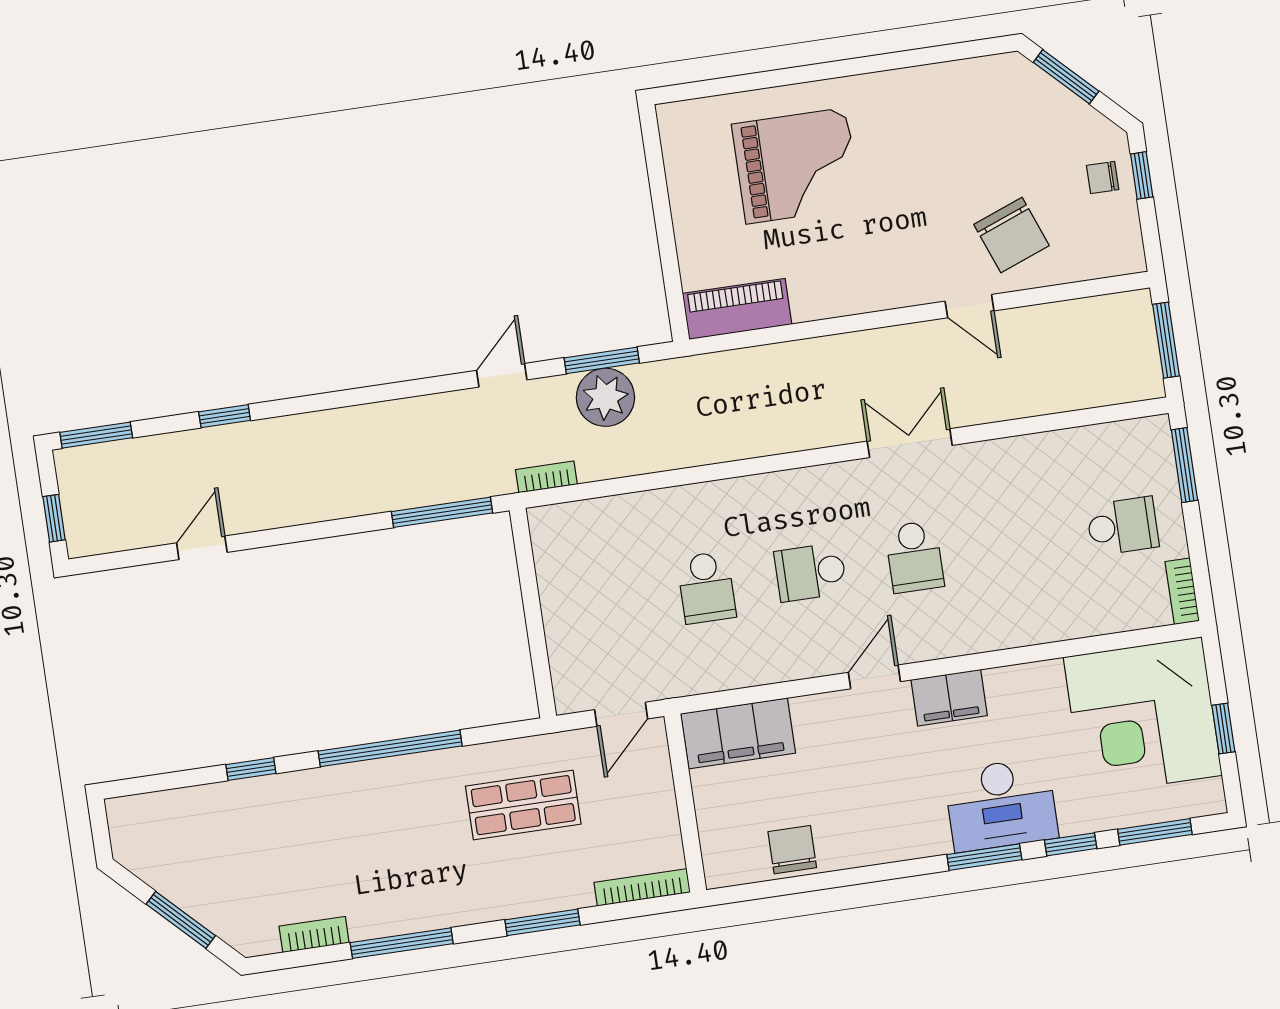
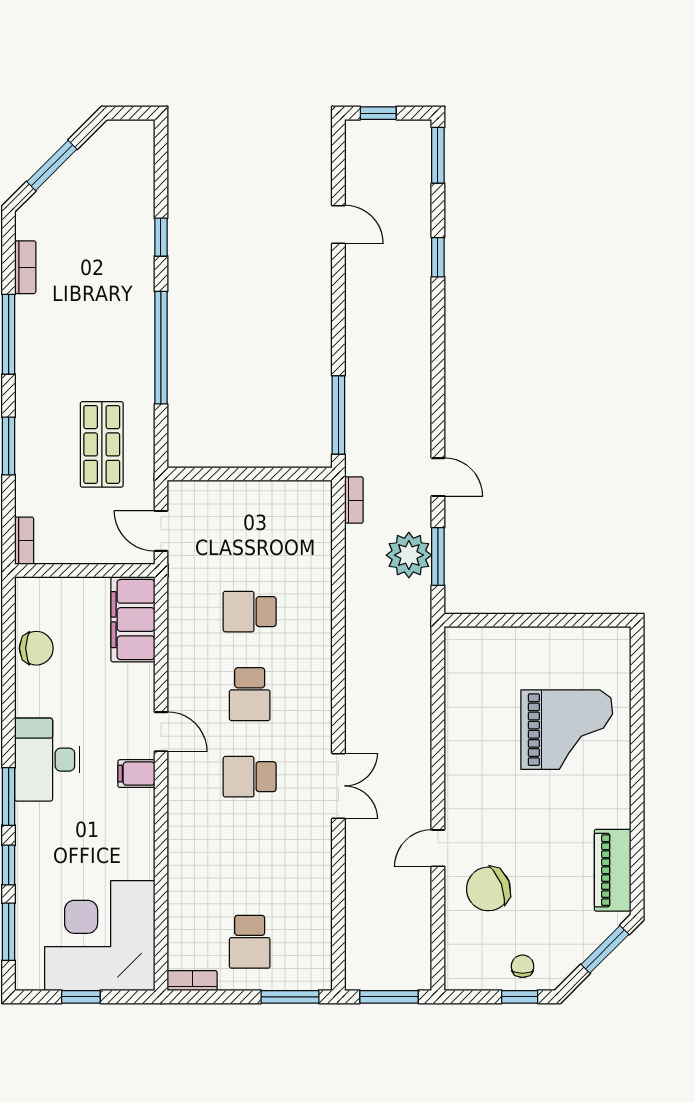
grand piano: (796, 166) -> (567, 730), turned -90
piano: (737, 309) -> (613, 870), moved, turned 180
school desk: (810, 572) -> (250, 694), turned 180
filing cabinet: (949, 698) -> (136, 774), width x0.50
desk: (1001, 805) -> (47, 760), moved
bookcase: (642, 887) -> (24, 541), width x0.64

